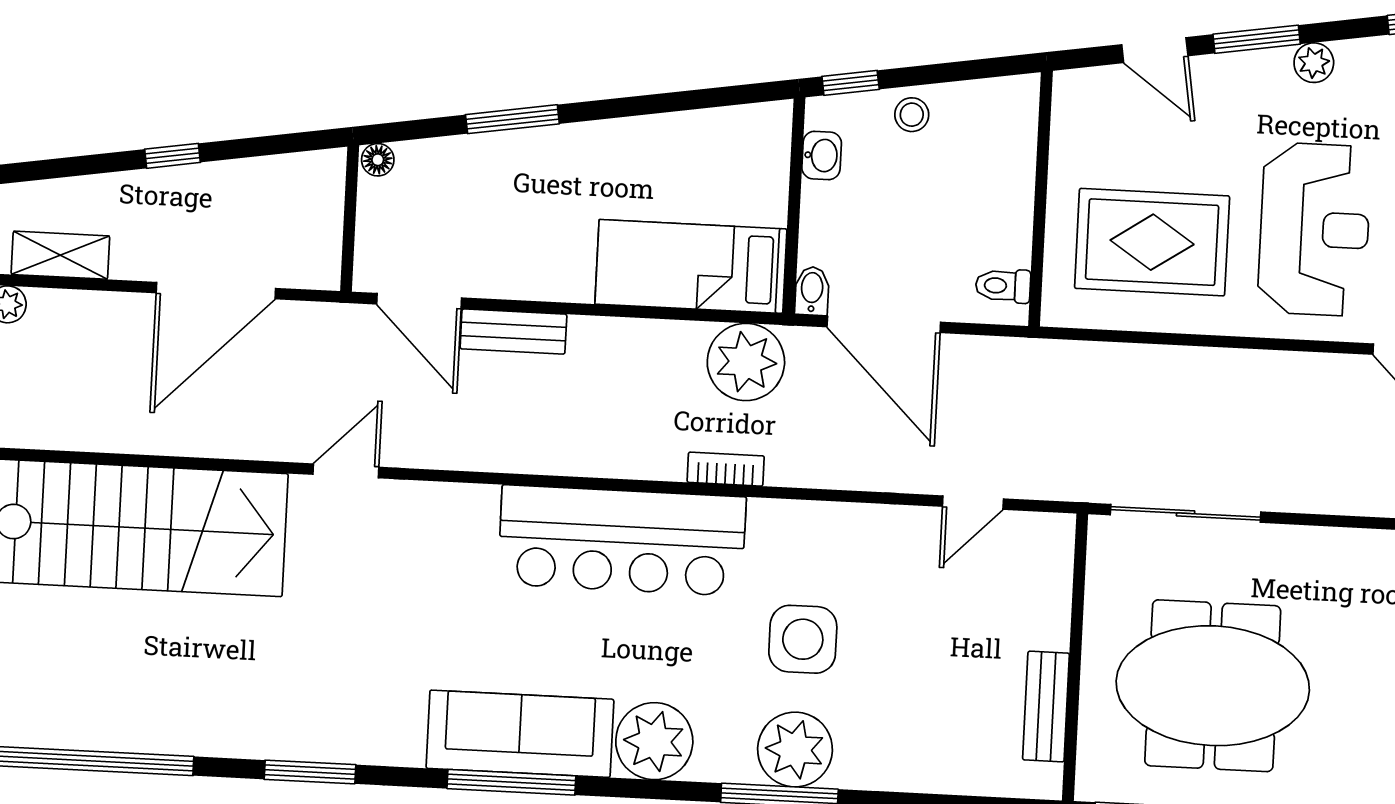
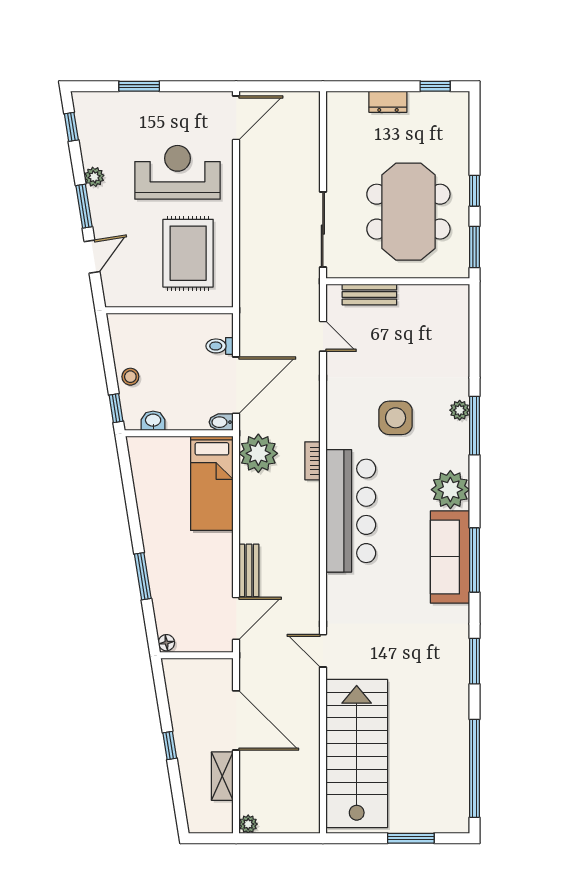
shelving: (60, 255) -> (222, 776), moved
toilet: (1003, 286) -> (220, 346), moved, turned 90
bench: (1046, 706) -> (369, 294), moved
plant: (795, 749) -> (460, 410), width x0.53, depth x0.53

